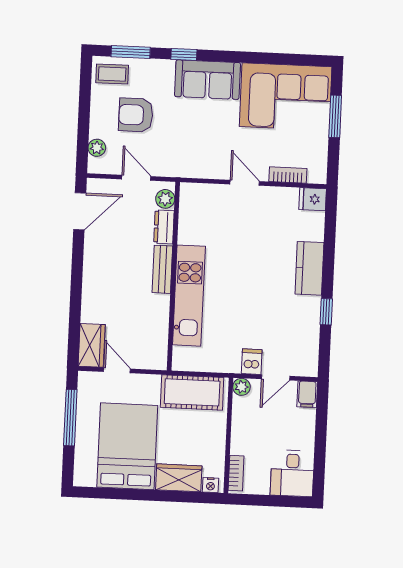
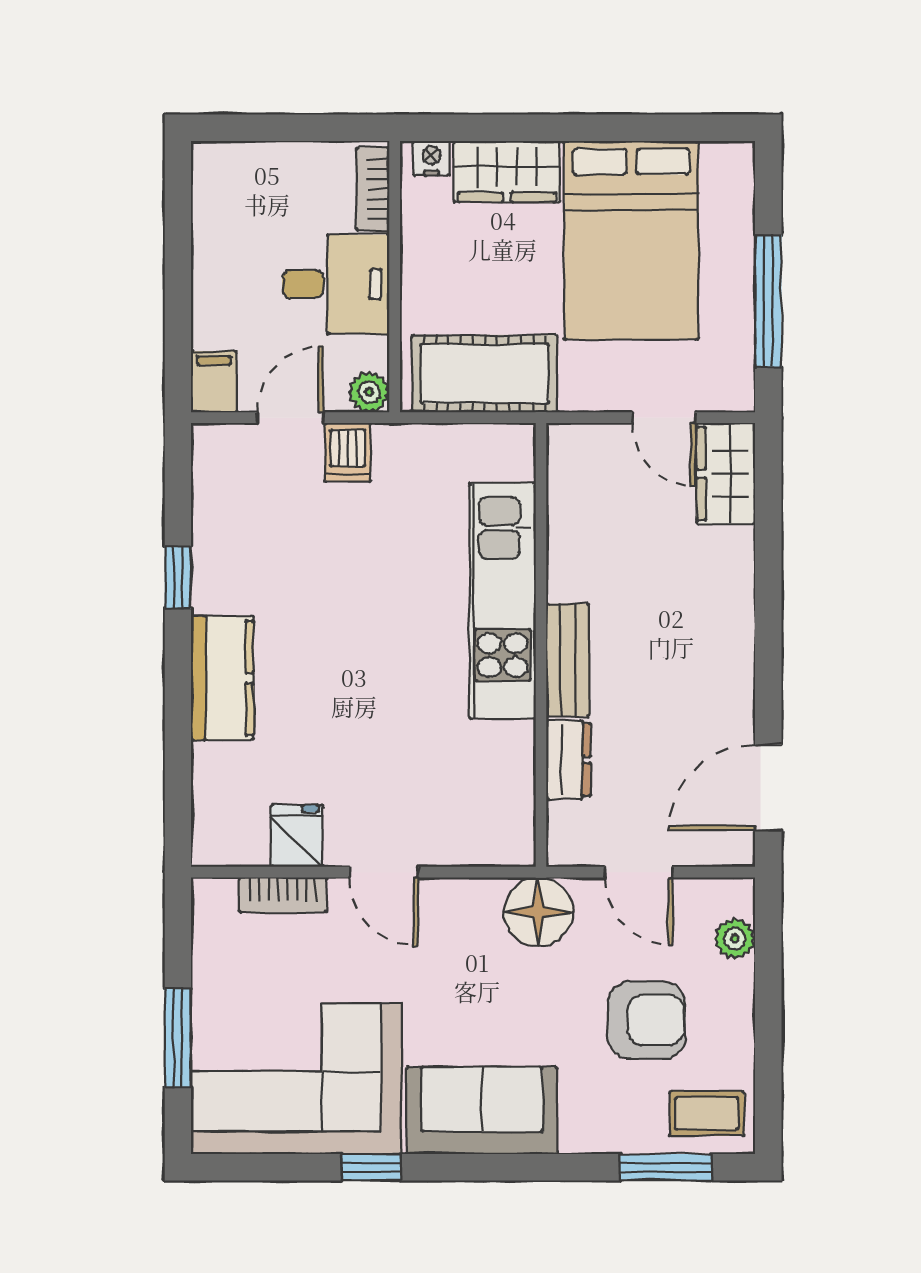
window: (184, 54) -> (371, 1167), moved
floor lamp: (180, 163) -> (539, 912), added
plant: (165, 199) -> (568, 826), removed
fridge: (313, 199) -> (297, 836), moved, turned -90
desk: (292, 473) -> (336, 284), moved, turned 90

